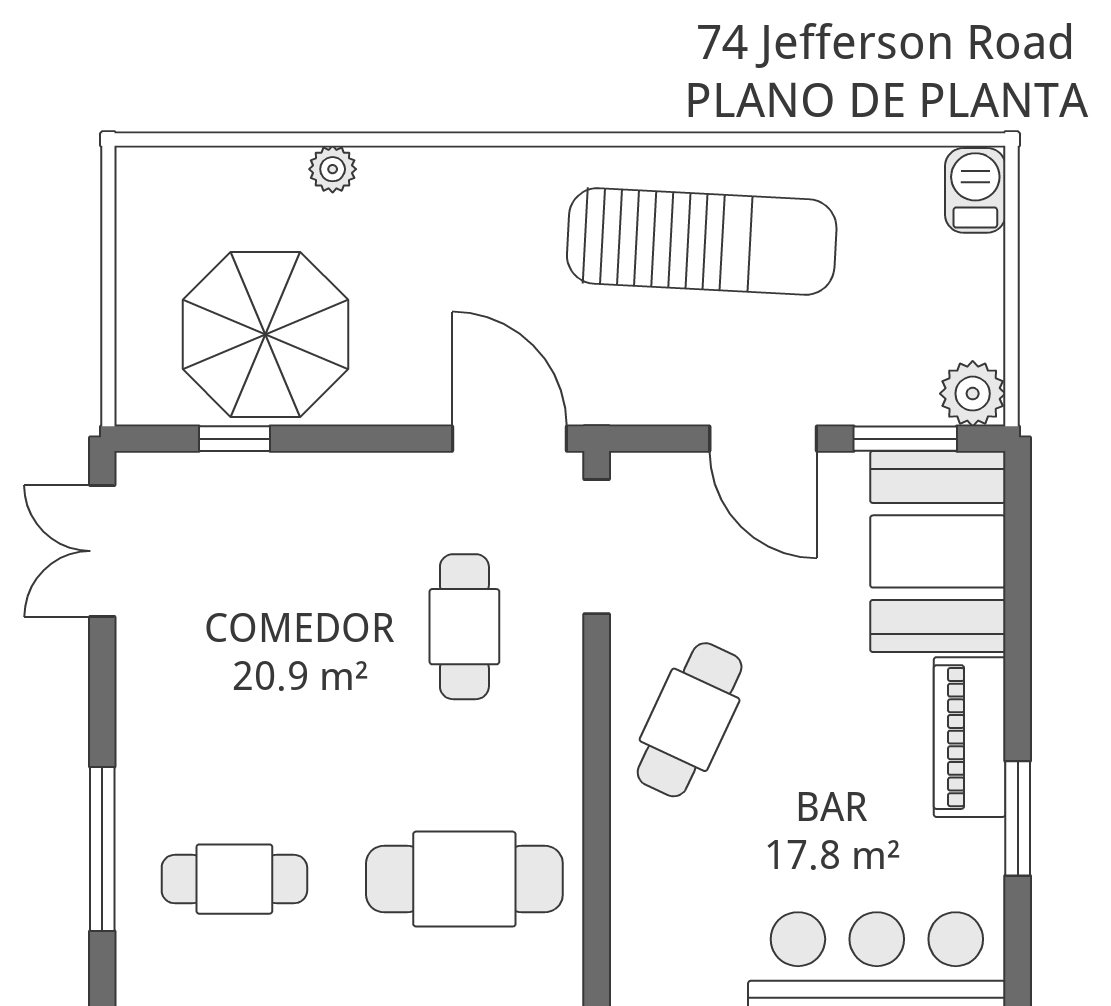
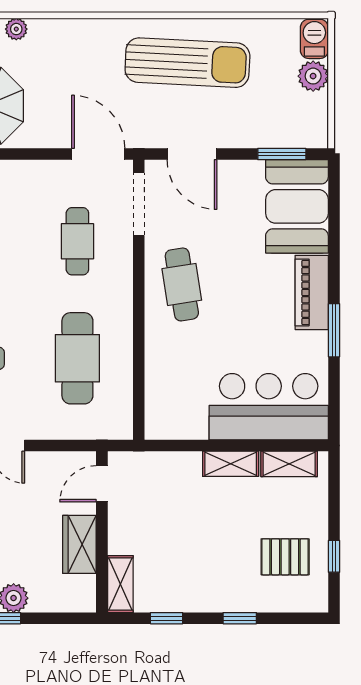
plant: (973, 394) -> (313, 76), moved
door: (763, 439) -> (192, 154), moved
cafe table: (690, 720) -> (182, 284), turned -34
cafe table: (464, 879) -> (77, 358), turned 90

